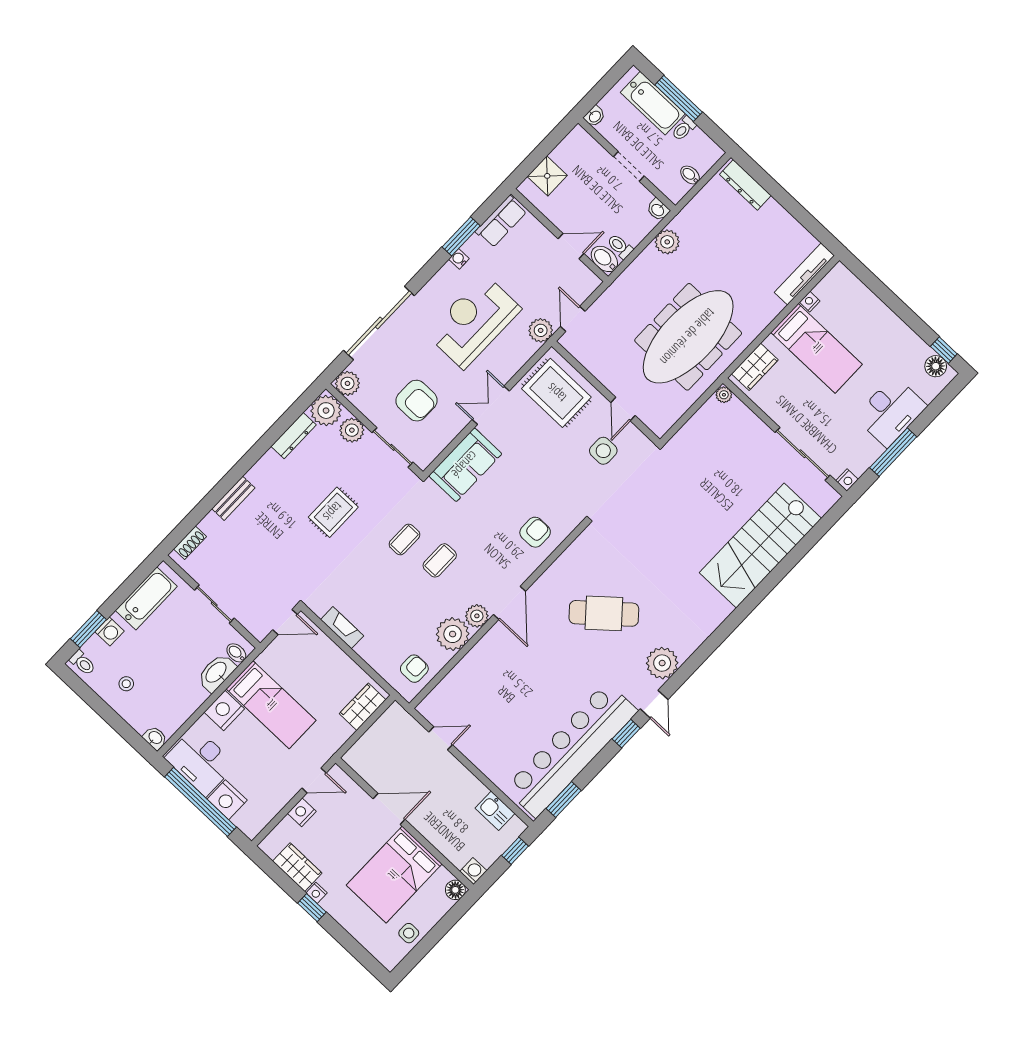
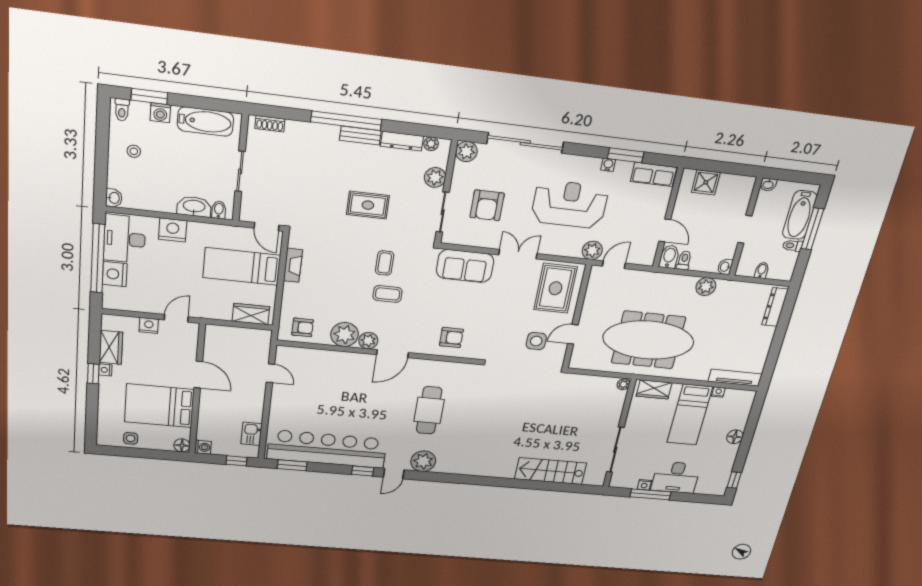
floor lamp: (936, 366) -> (735, 437), moved
plant: (326, 411) -> (431, 144), width x0.53, depth x0.53
window: (237, 472) -> (346, 121), added
nightstand: (847, 480) -> (644, 485), moved
bench: (233, 498) -> (360, 136), moved
coffee table: (404, 539) -> (385, 263), turned 90
stairs: (760, 545) -> (551, 471), width x0.73, depth x0.66
cafe table: (604, 613) -> (429, 410), turned 41
bed: (271, 705) -> (242, 266), moved, turned 90
door: (314, 781) -> (176, 318), swing flipped

